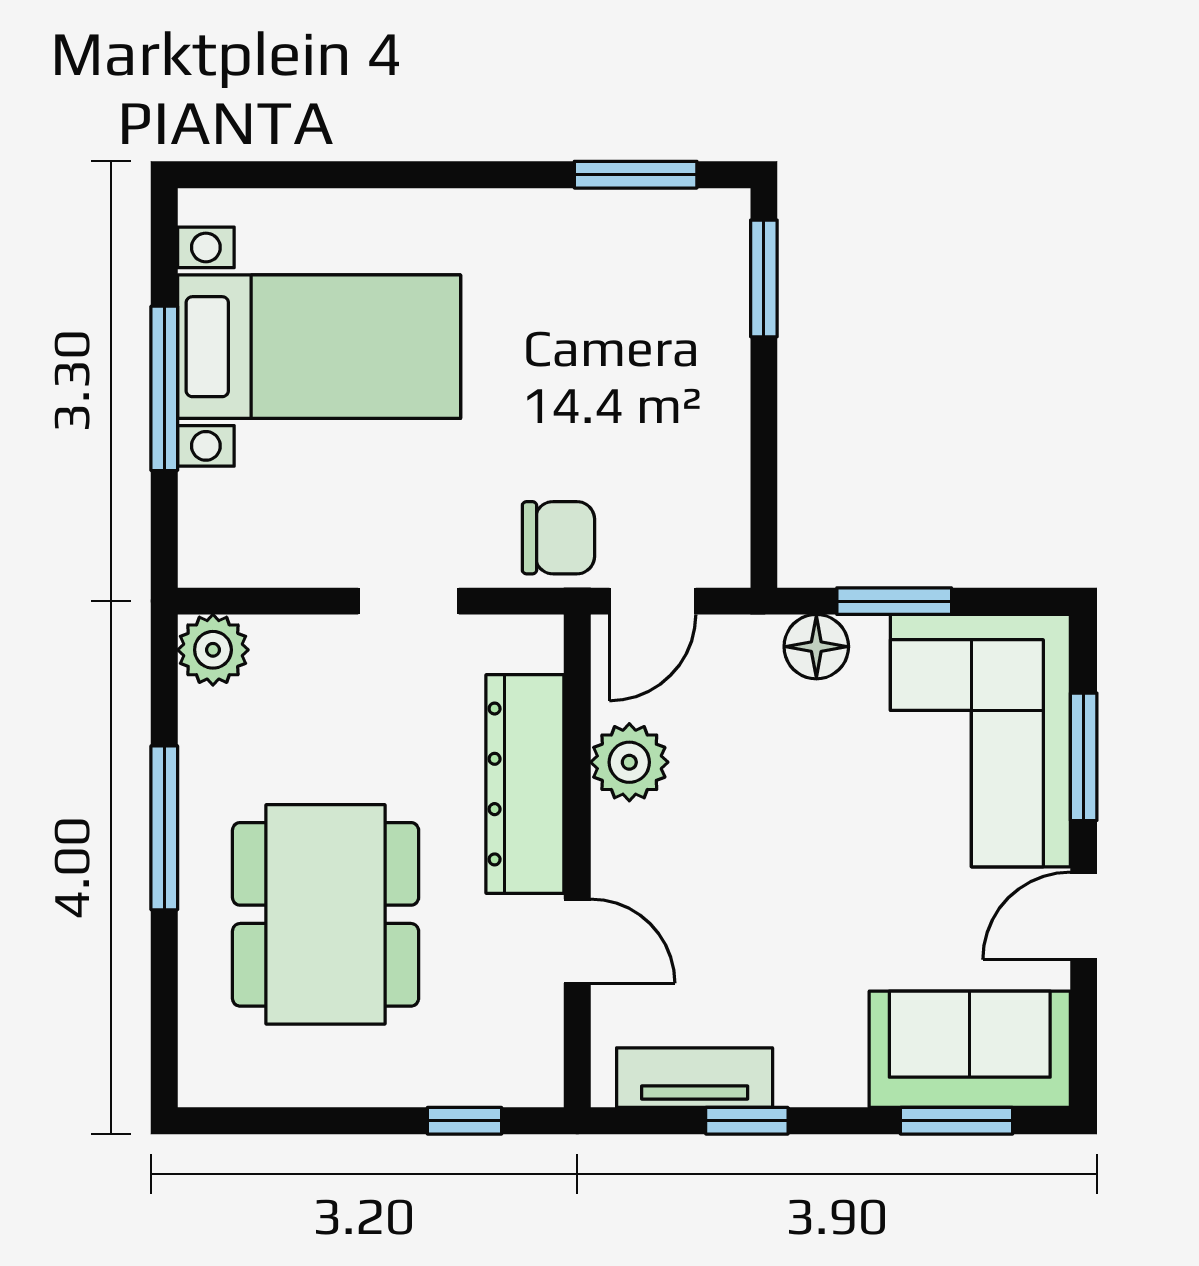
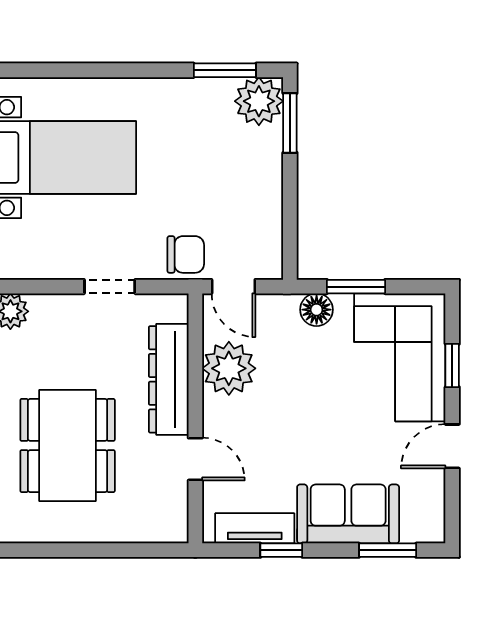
plant: (703, 236) -> (259, 101), added
door: (653, 601) -> (233, 287), hinge flipped
window: (1084, 757) -> (452, 366), width x0.67
plant: (629, 762) -> (229, 368), width x1.36, depth x1.36
sofa: (970, 1049) -> (348, 514), moved
window: (464, 1121) -> (138, 550), removed

